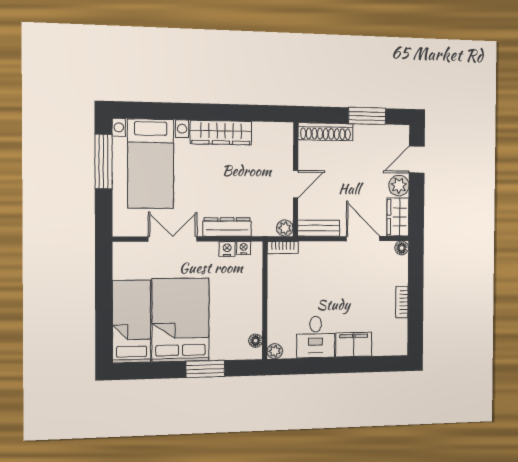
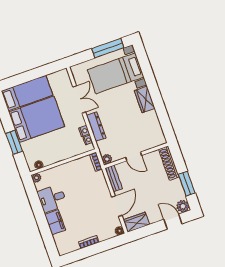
wardrobe: (221, 133) -> (145, 99), width x0.67
plant: (399, 186) -> (183, 206), moved

